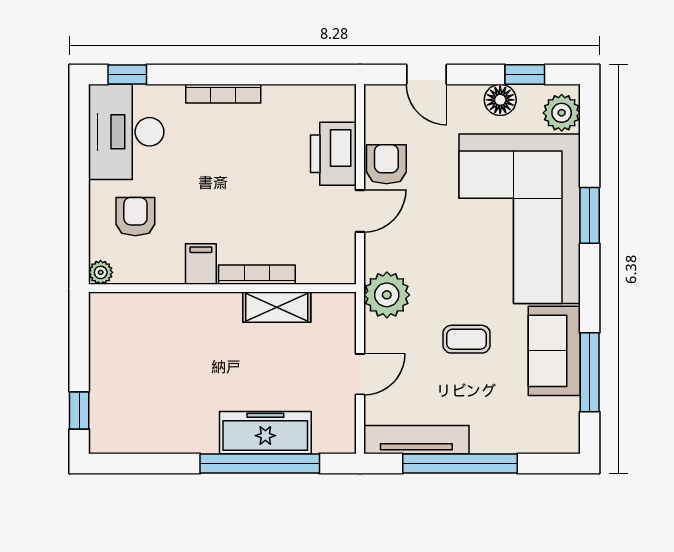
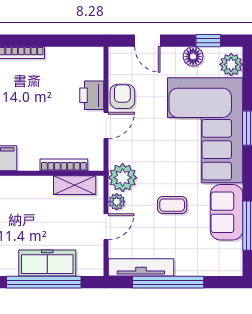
printer: (333, 154) -> (92, 95), width x0.73, depth x0.84
bookcase: (257, 275) -> (64, 165), moved
shelving: (277, 307) -> (75, 185), moved
plant: (377, 334) -> (117, 202), added

